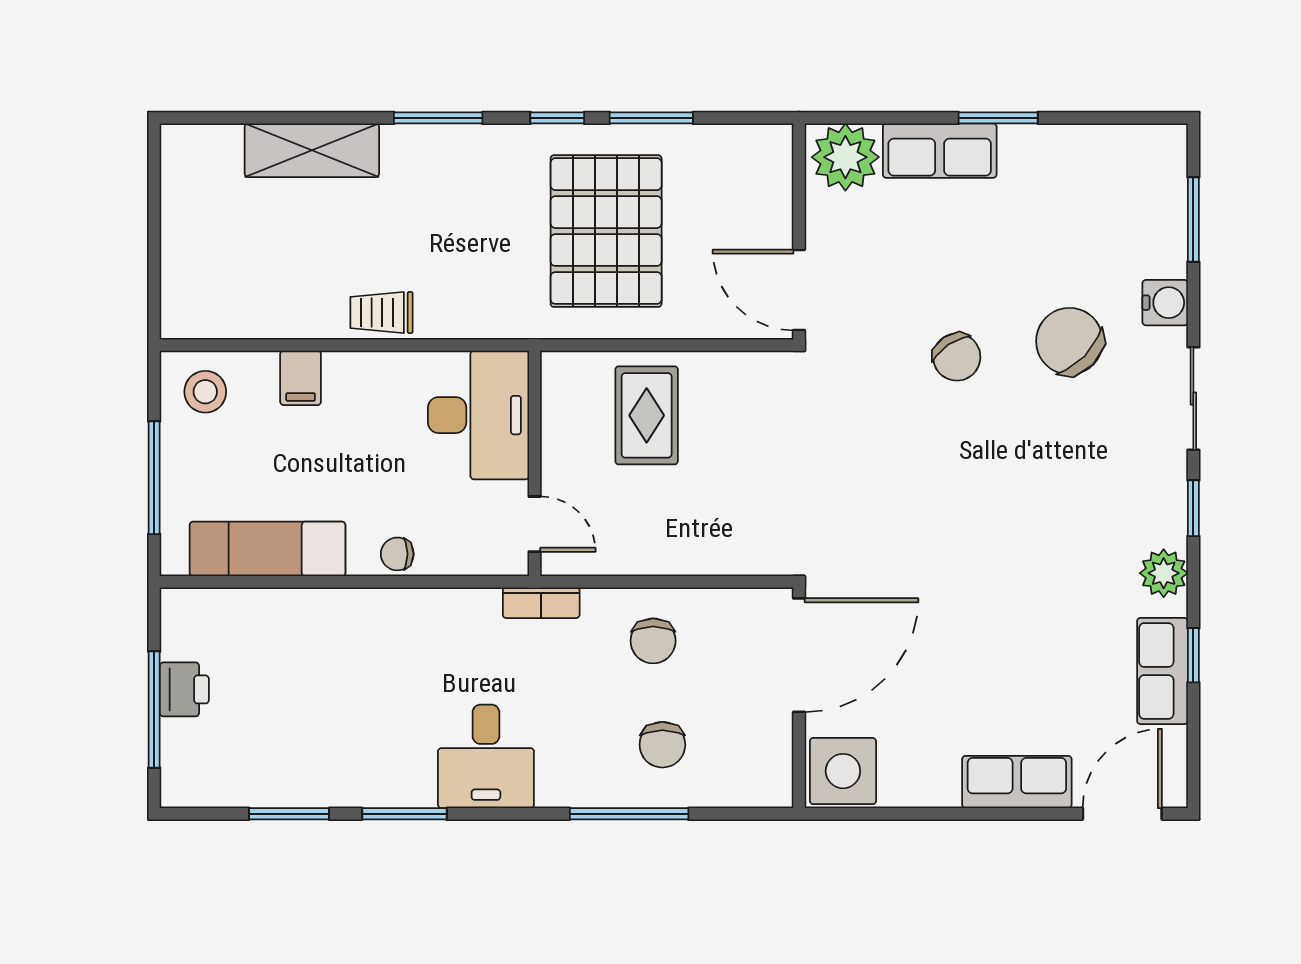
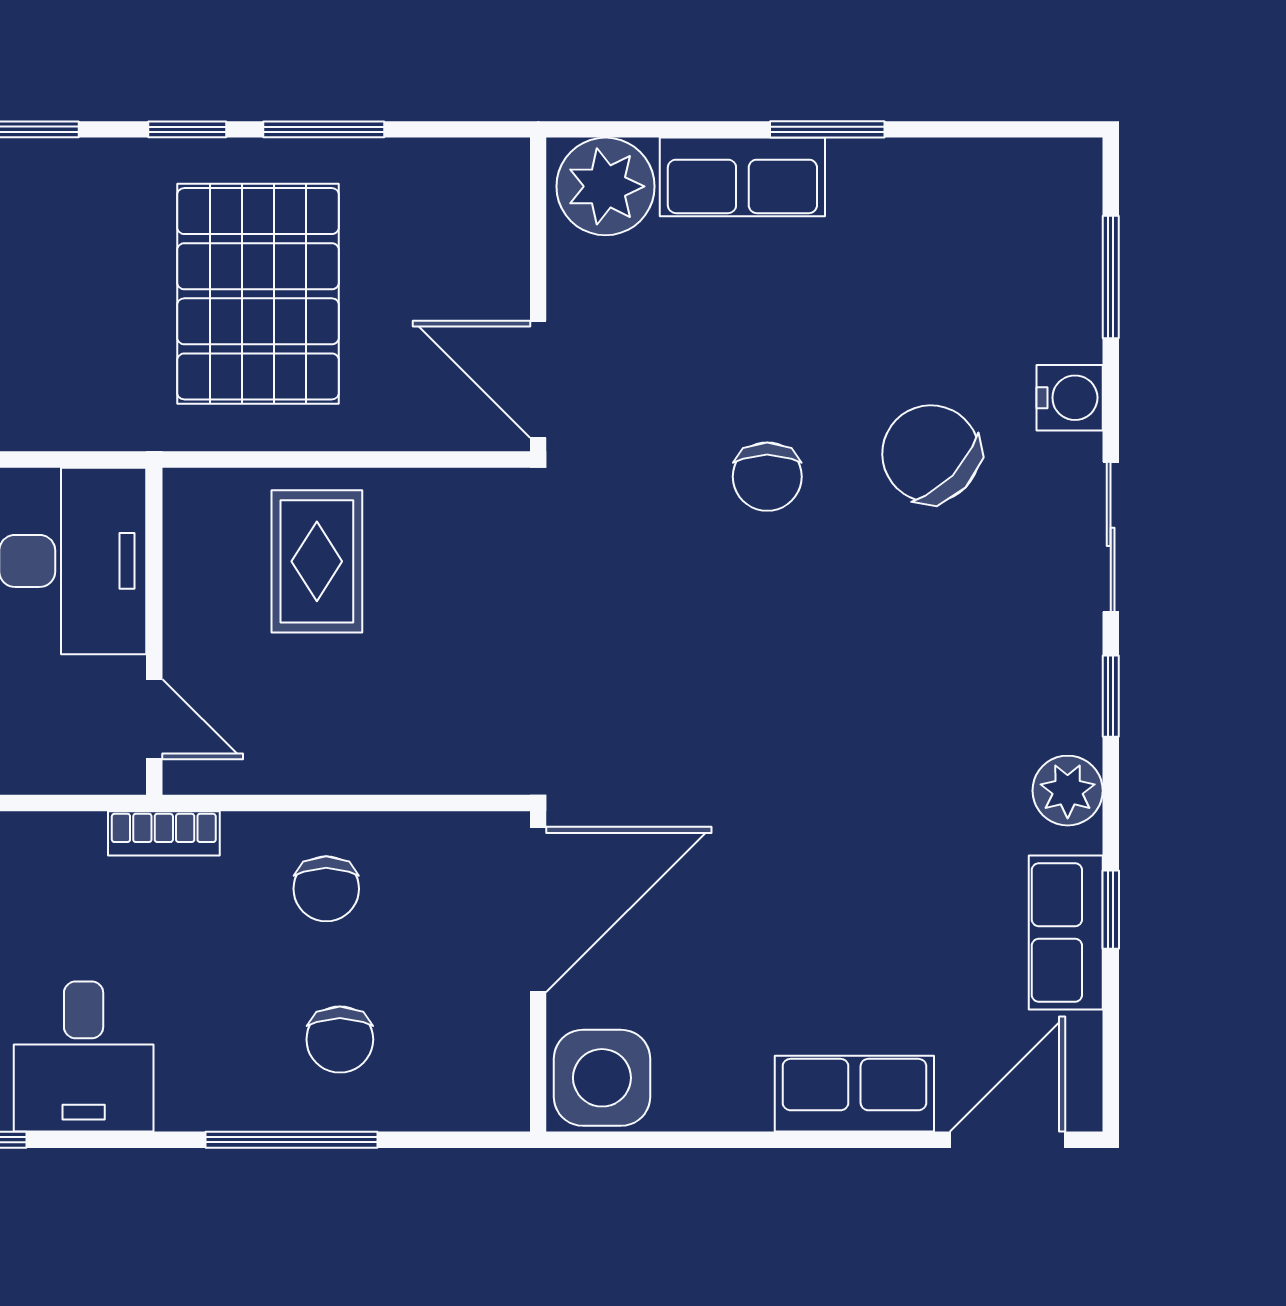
chair: (957, 357) -> (767, 477), turned 34

